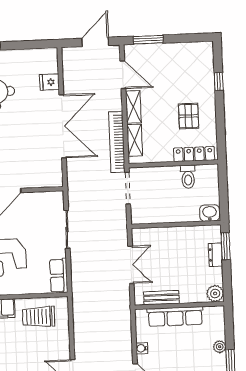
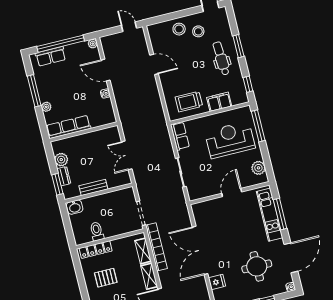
pallet: (189, 116) -> (106, 278), turned 90
plant: (215, 294) -> (61, 160), moved
bench: (161, 298) -> (93, 188), moved
row of seats: (175, 316) -> (69, 127), moved
trolley: (39, 317) -> (189, 102), turned 180

